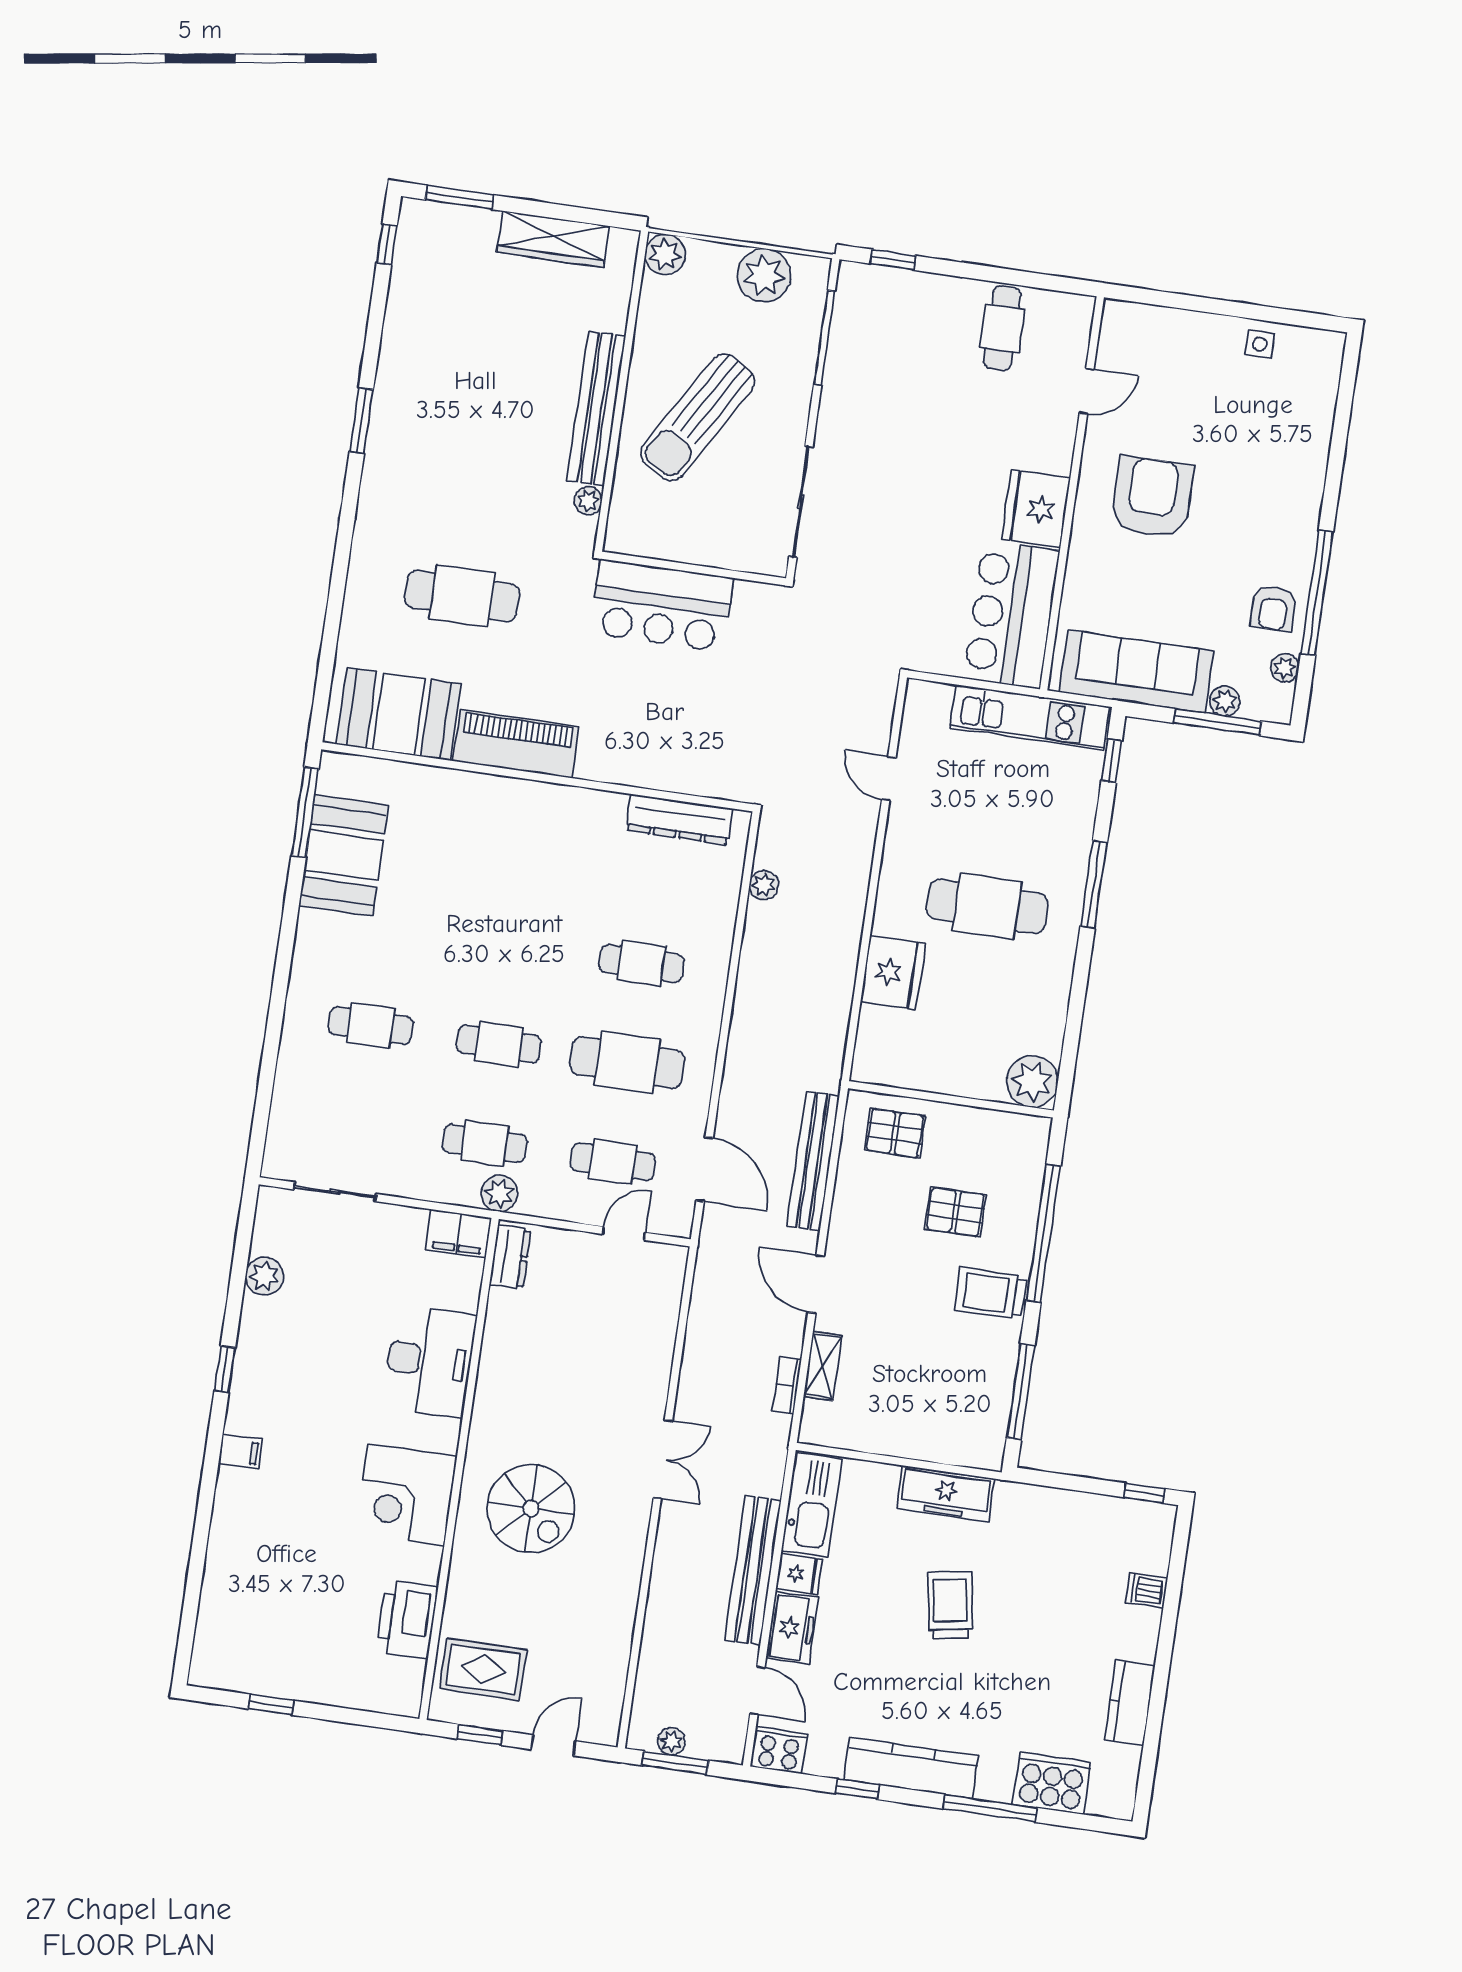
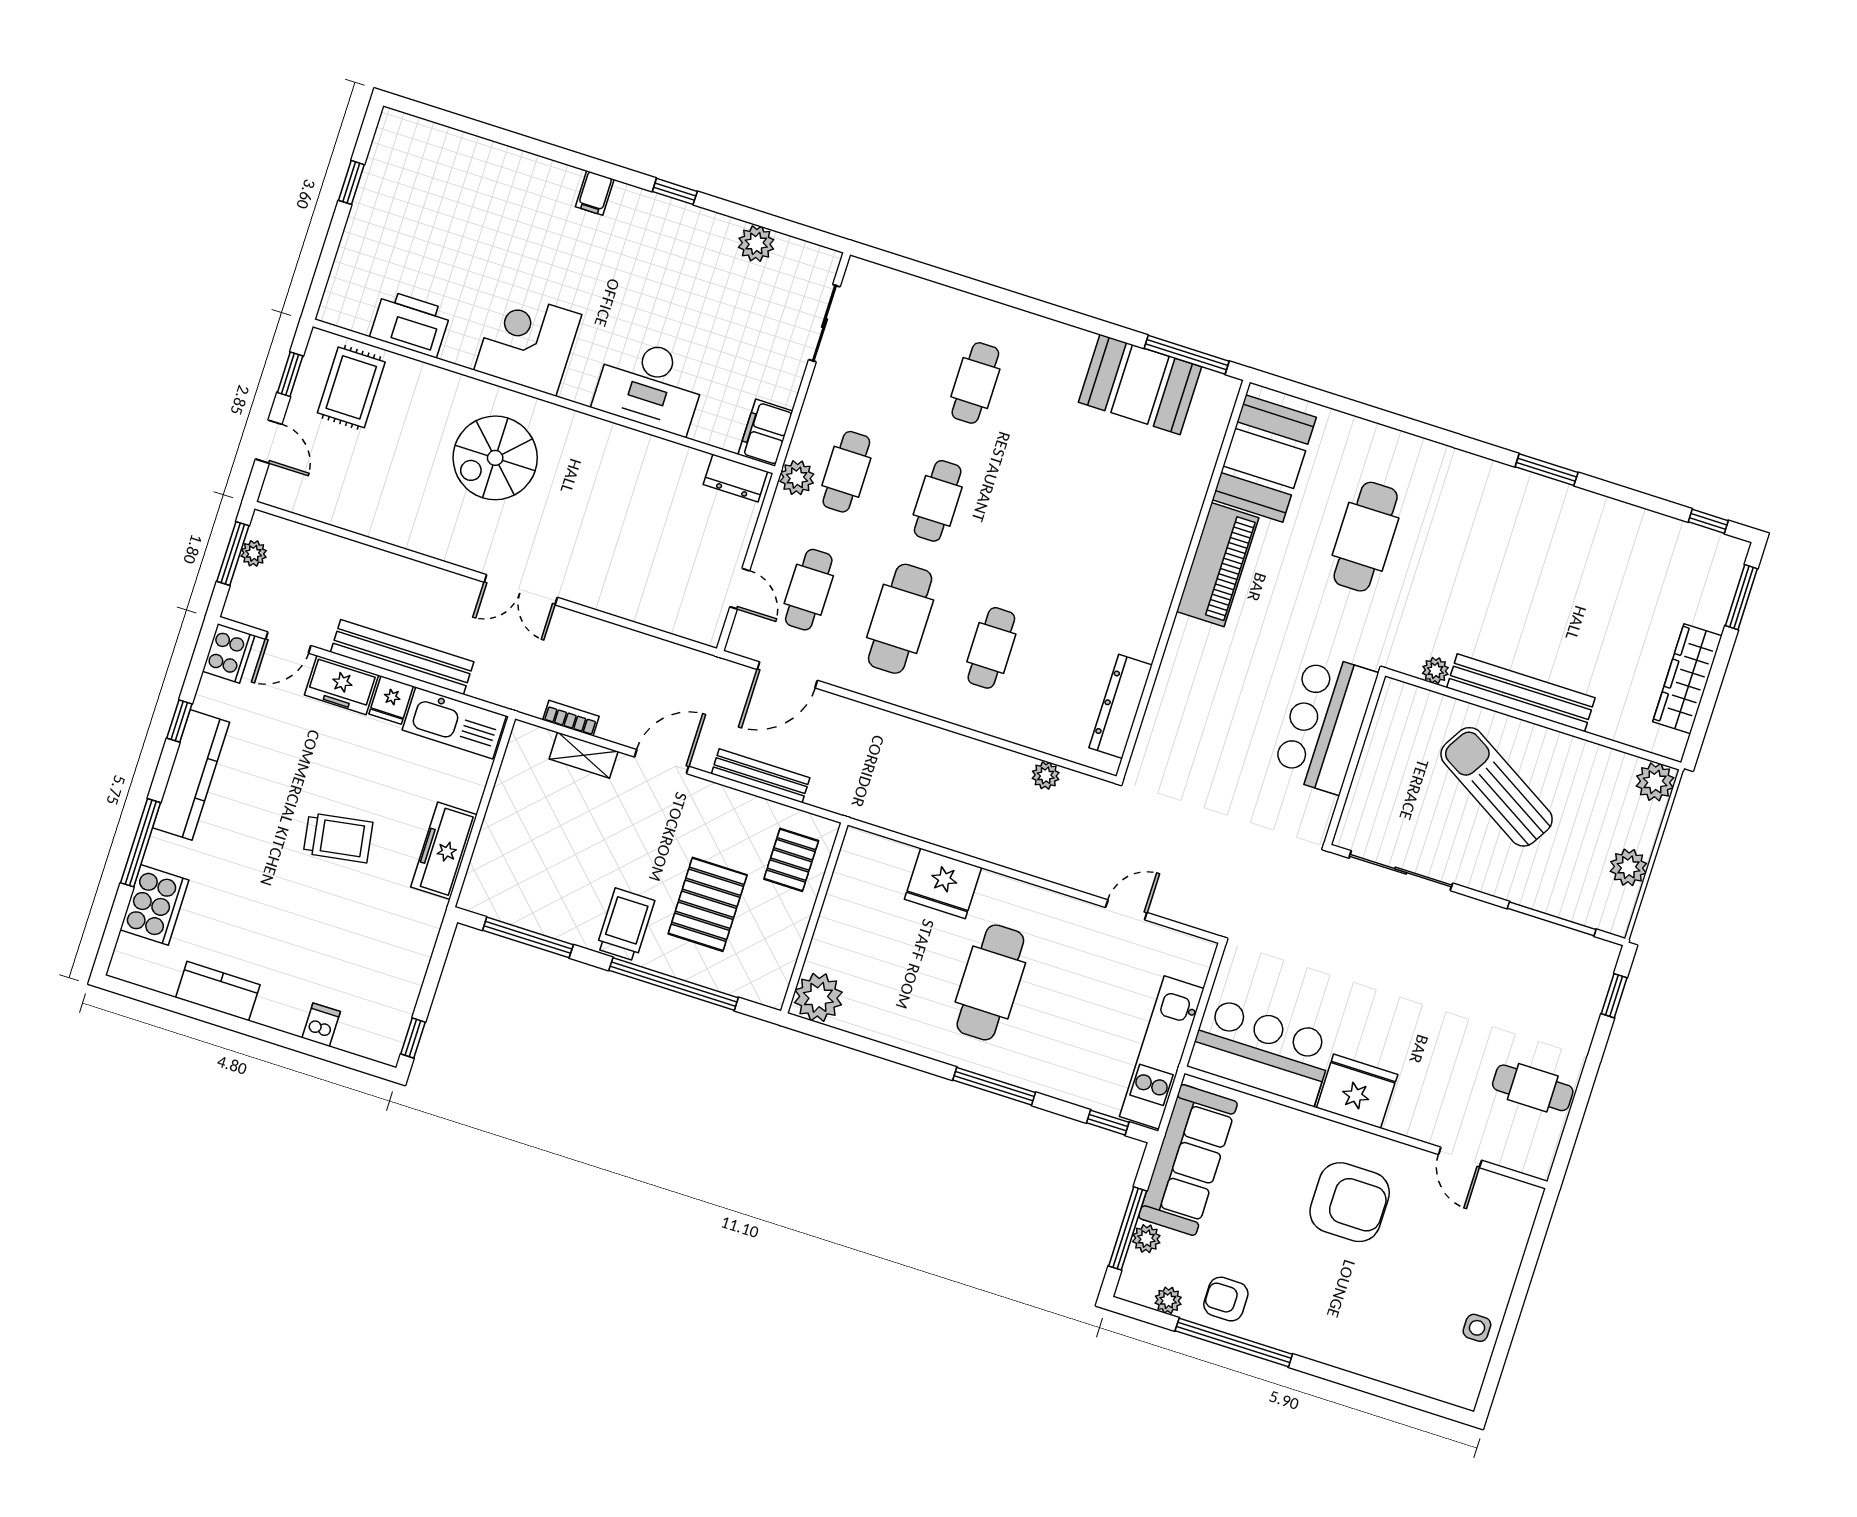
plant: (764, 275) -> (1628, 867), width x0.73, depth x0.73
bench: (813, 1161) -> (761, 776), width x0.73, depth x0.82
pallet: (955, 1212) -> (708, 904), width x1.50, depth x1.42

